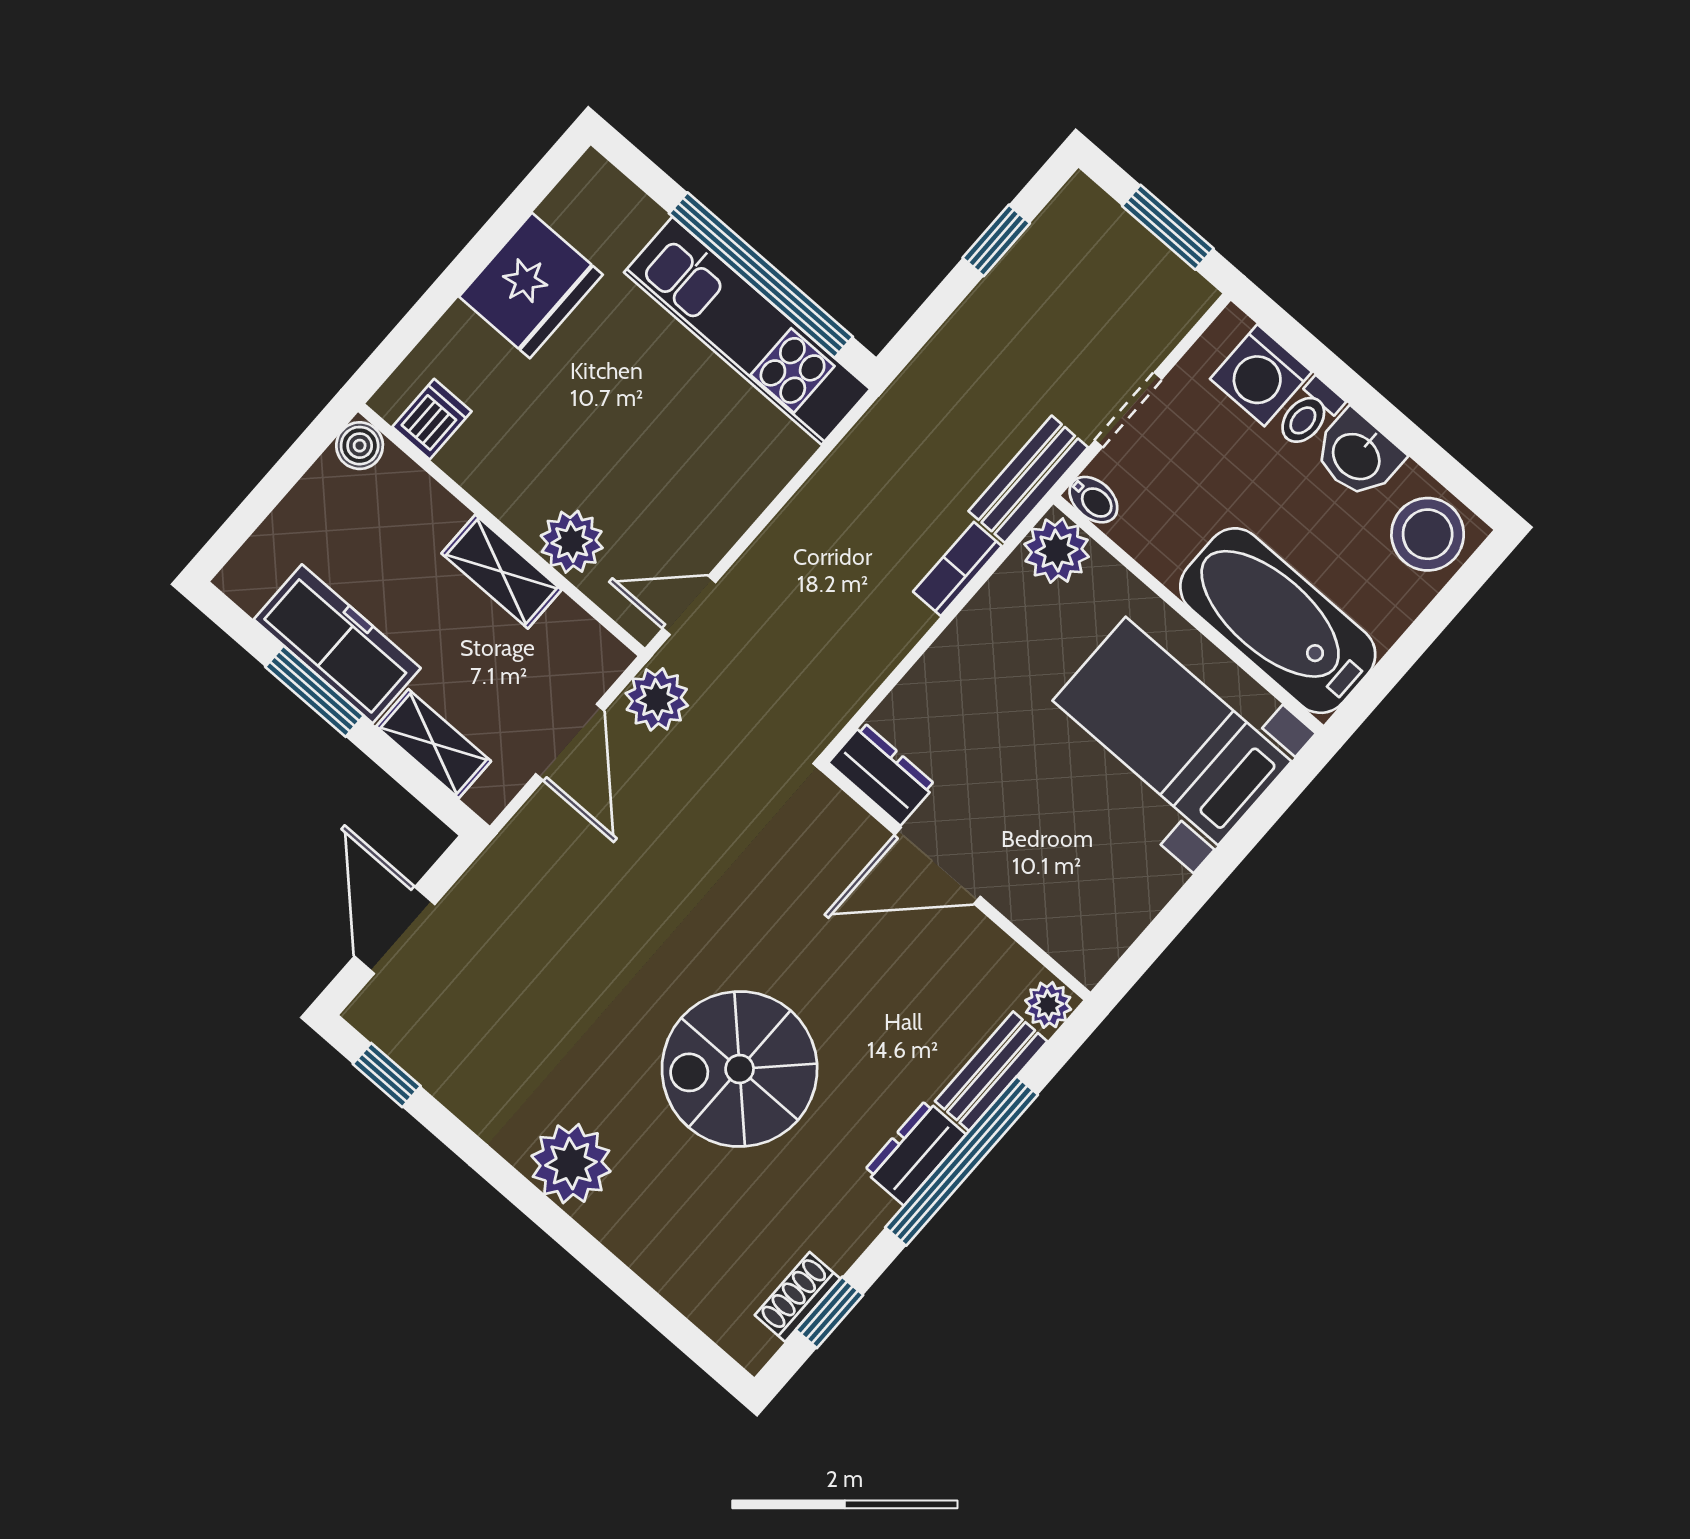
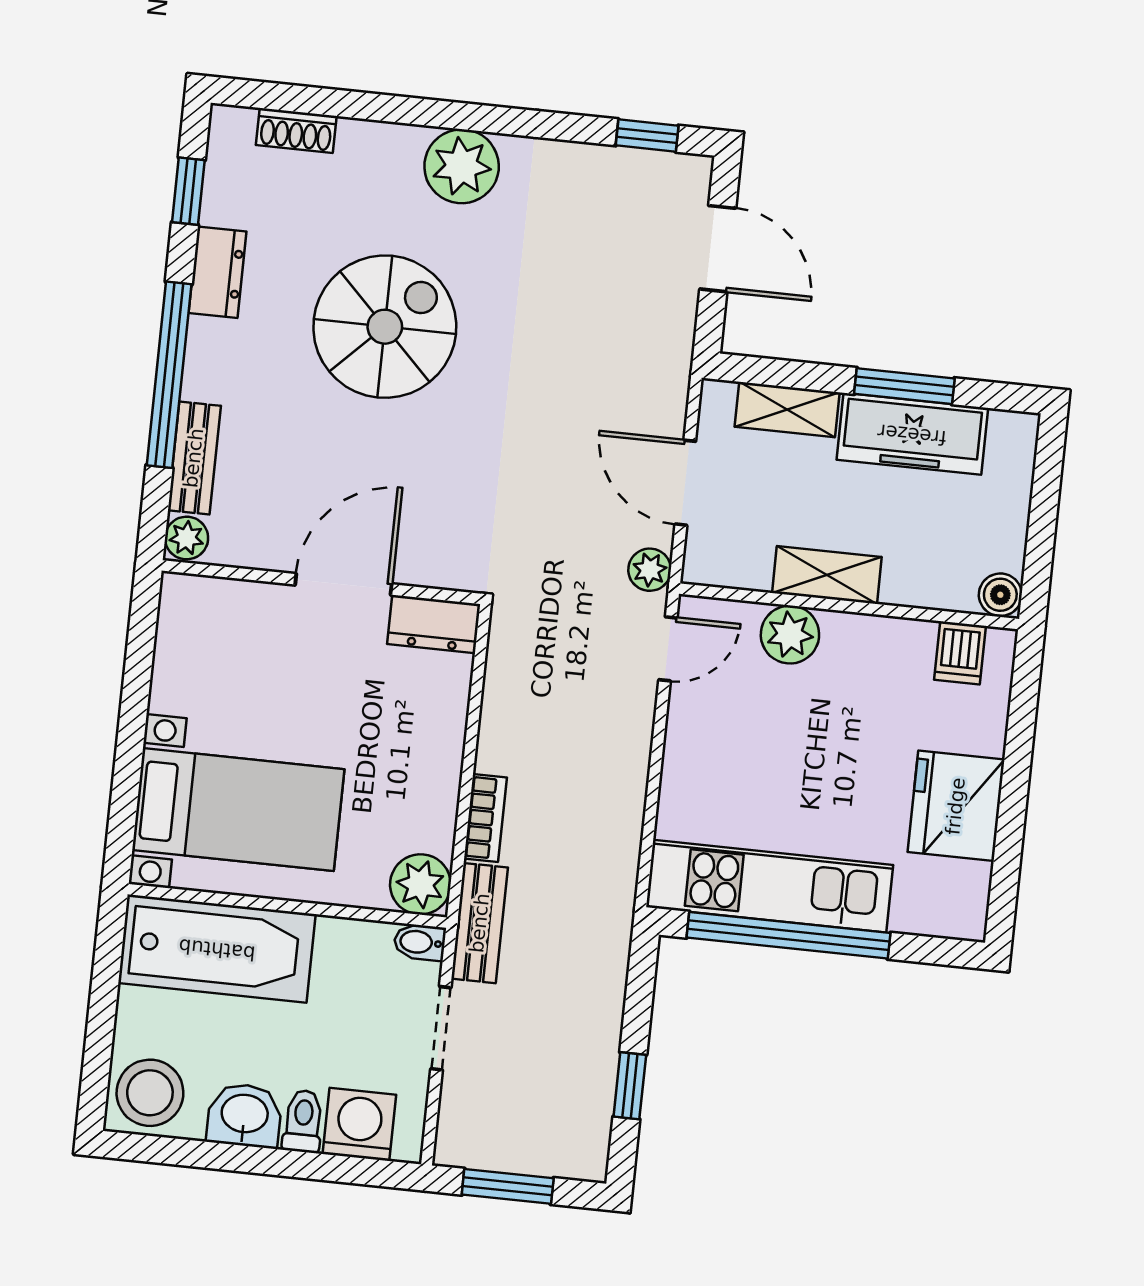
plant: (657, 699) -> (650, 570), width x0.73, depth x0.73
dresser: (915, 1153) -> (218, 272), moved
shoe rack: (797, 1297) -> (296, 130), moved, turned 90

